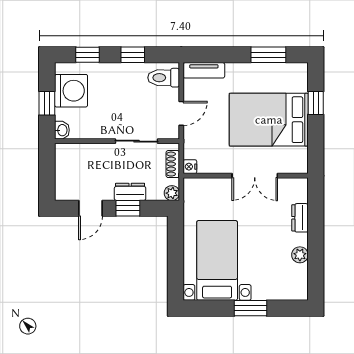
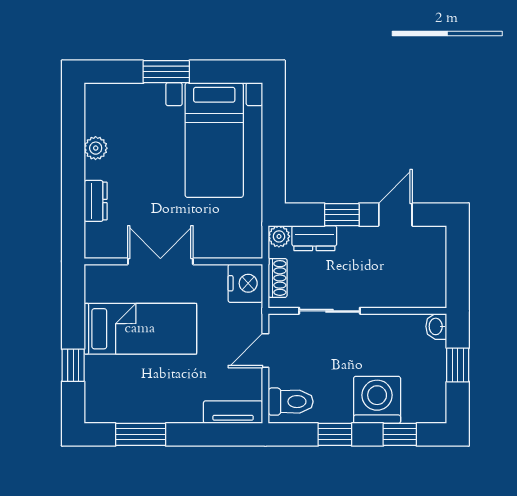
washing machine: (71, 91) -> (377, 400), moved, turned 90
bed: (269, 120) -> (140, 329), width x0.67
nightstand: (190, 167) -> (245, 283), width x1.89, depth x1.79
dresser: (130, 192) -> (314, 238), moved

